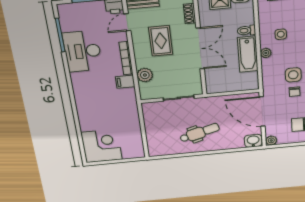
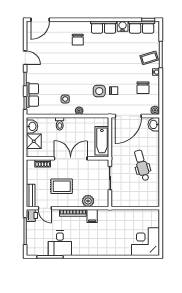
desk: (83, 51) -> (60, 243), width x0.73
bathtub: (248, 54) -> (102, 141), moved, turned 90

